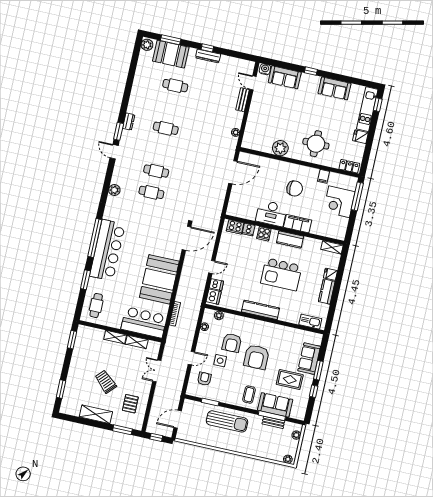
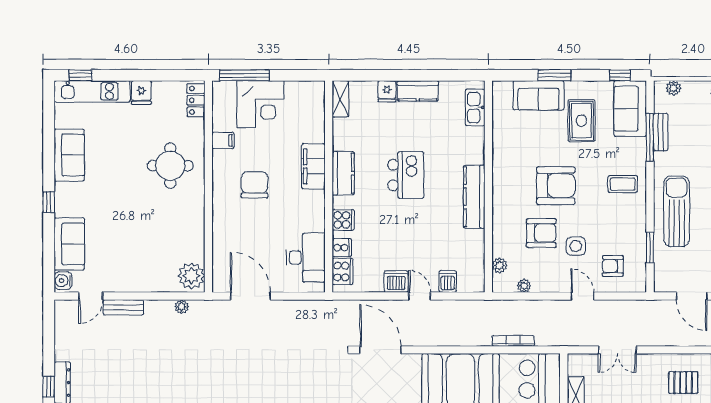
plant: (280, 148) -> (191, 276), moved
desk: (271, 213) -> (306, 257), moved
kitchen island: (281, 274) -> (406, 175), width x0.73, depth x0.78
dishwasher: (214, 297) -> (396, 282), moved
window: (314, 391) -> (620, 75), moved
sofa: (275, 405) -> (630, 109), moved

